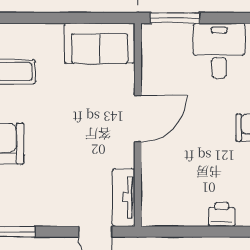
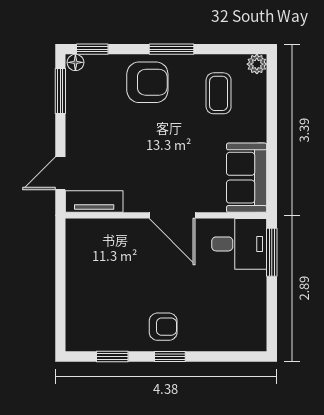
desk: (219, 51) -> (239, 244), moved
printer: (222, 214) -> (77, 298), removed

